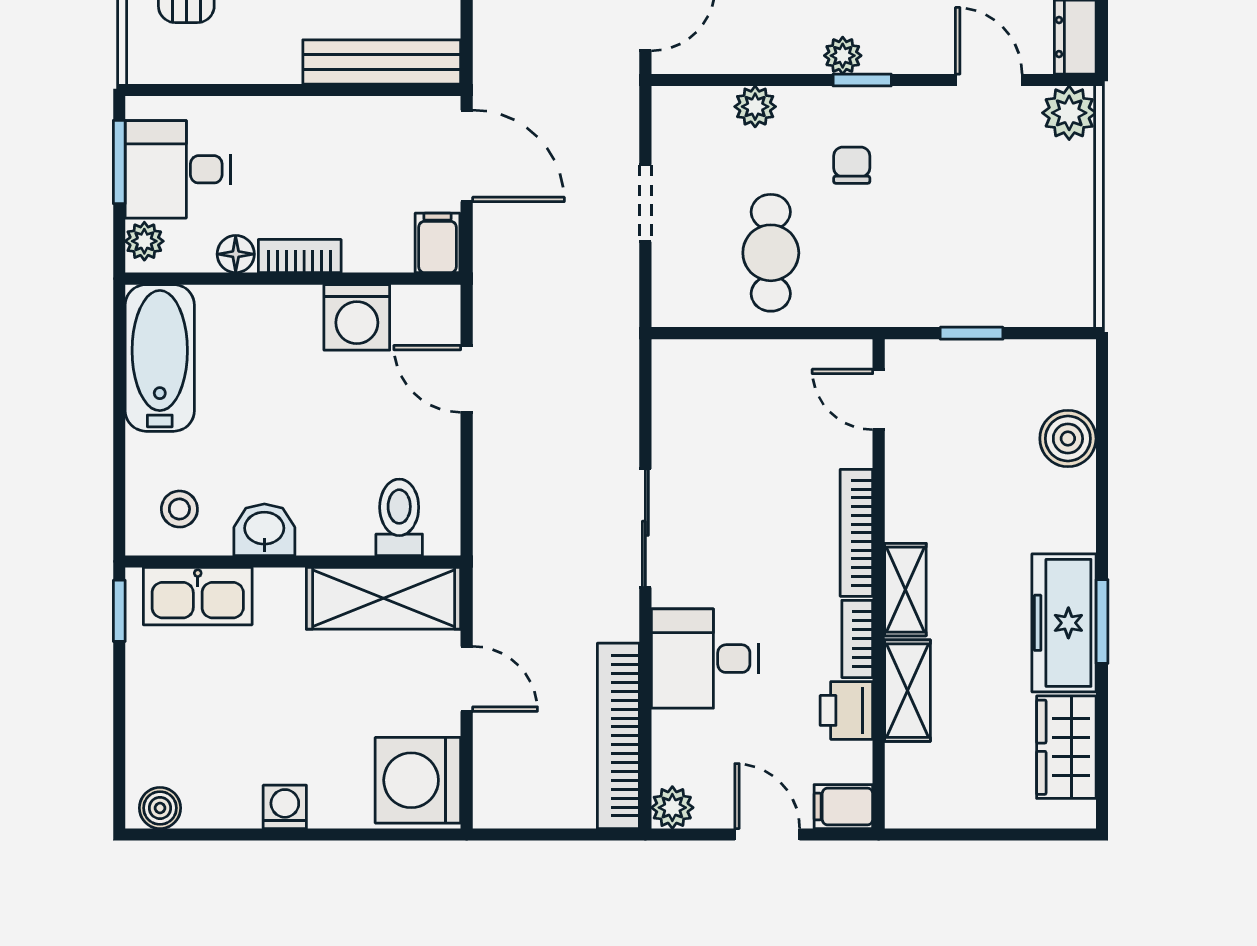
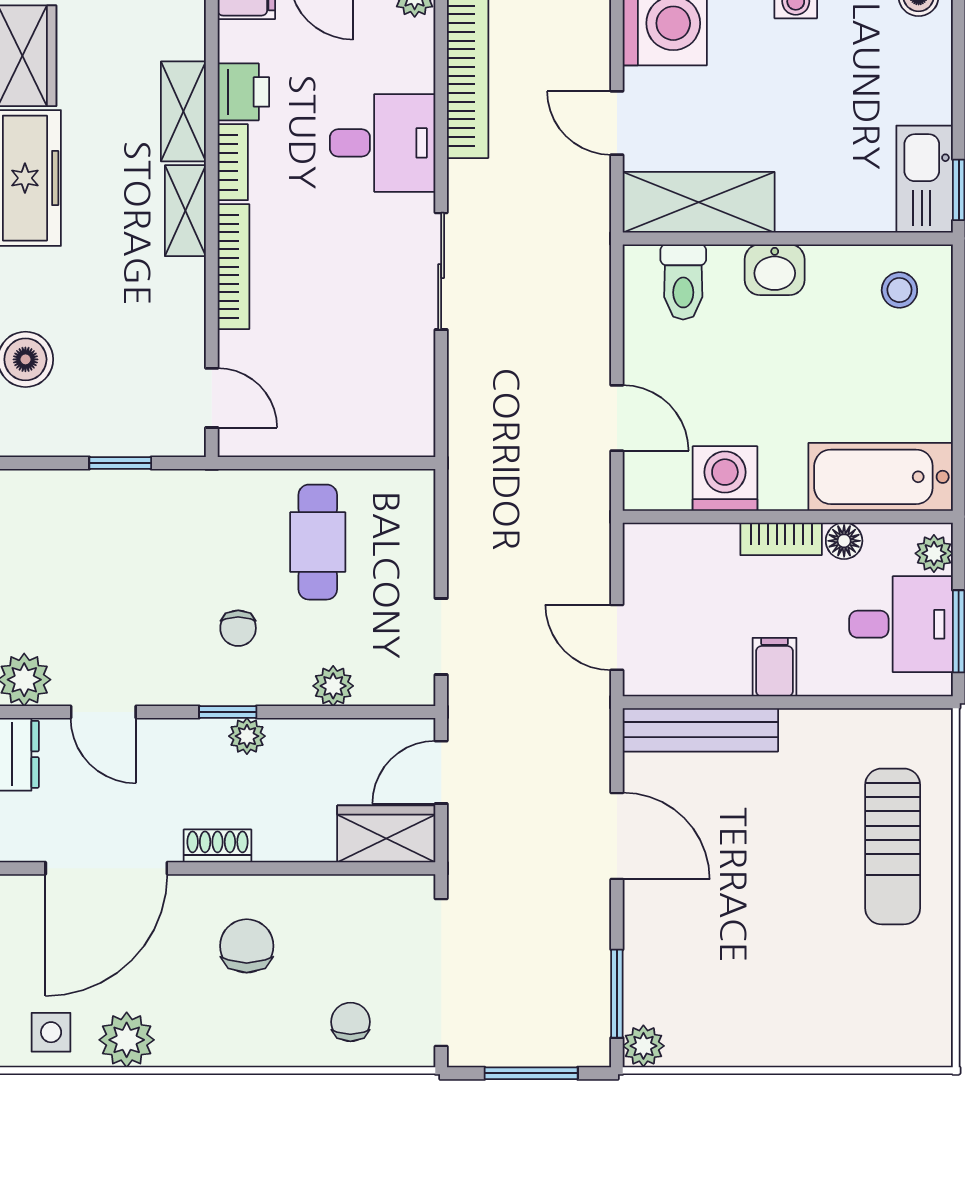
door: (467, 156) -> (617, 637), width x0.73
doorway: (645, 203) -> (441, 636), moved
filing cabinet: (437, 243) -> (775, 667), moved, turned 180
bathtub: (160, 358) -> (881, 477), moved, turned 90
washbasin: (264, 530) -> (775, 270), moved
kitchen sink: (198, 596) -> (925, 179), moved, turned -90

